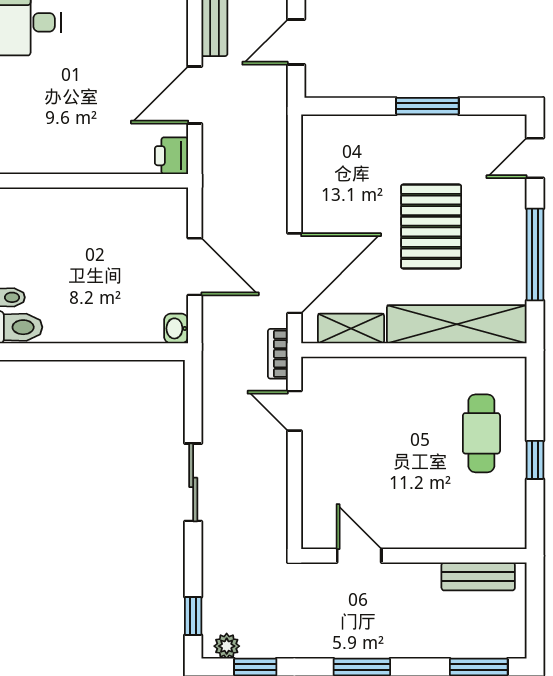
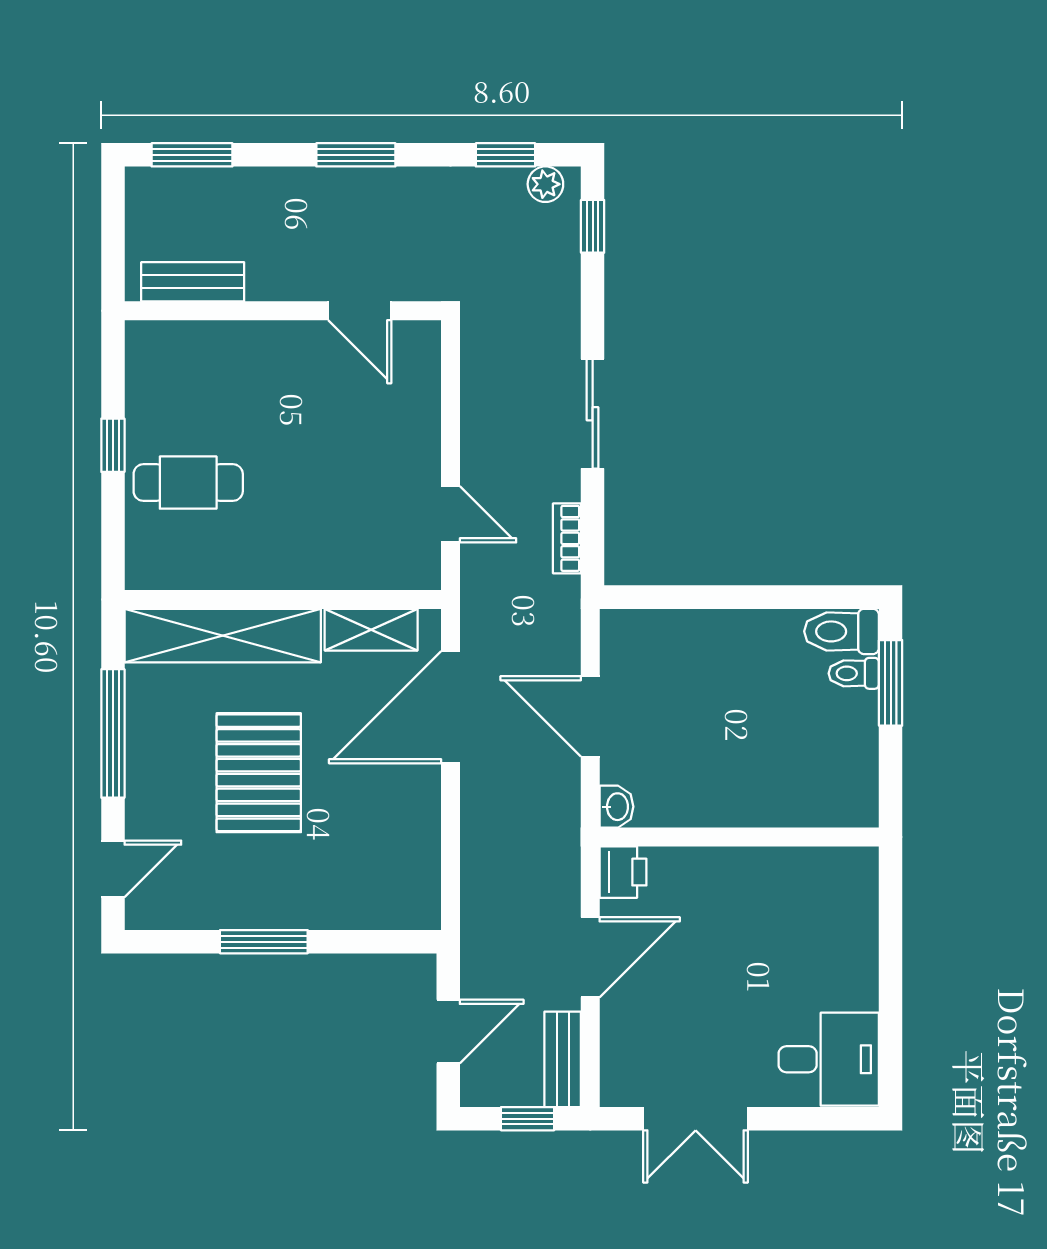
washbasin: (176, 328) -> (616, 807), moved
bookcase: (278, 354) -> (567, 538), moved, turned 180
cafe table: (481, 433) -> (188, 483), turned 90

